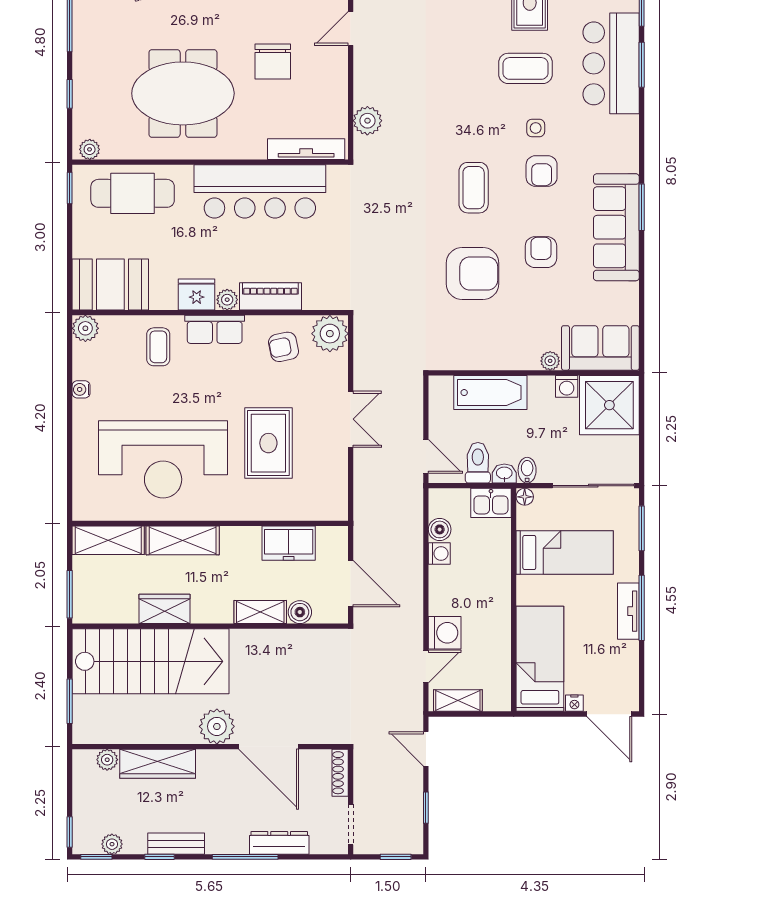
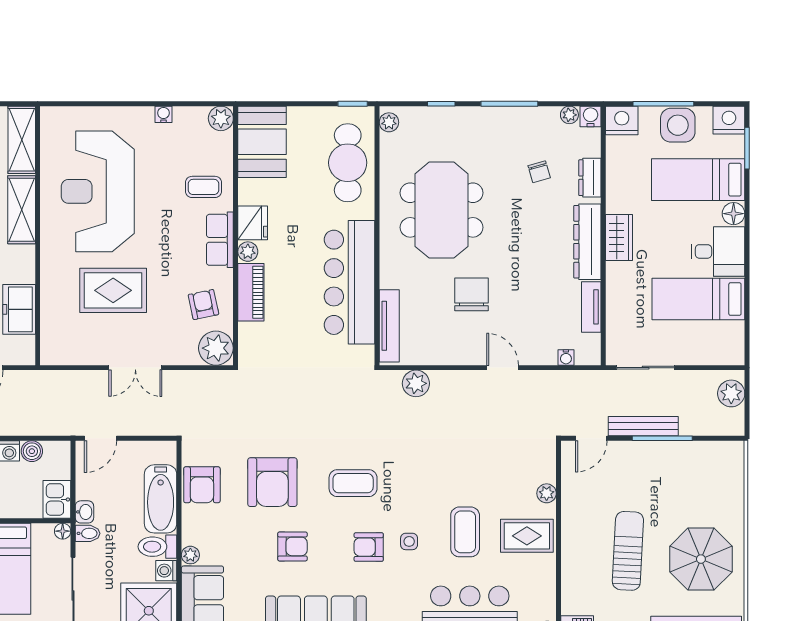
chair: (273, 62) -> (471, 294), turned 90
armchair: (475, 348) -> (202, 485), added
toilet: (478, 463) -> (157, 547), moved, turned 180

